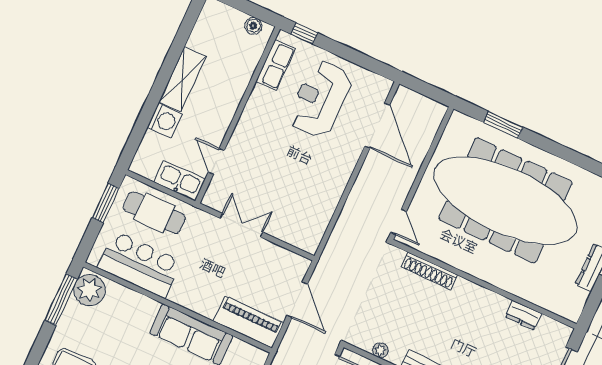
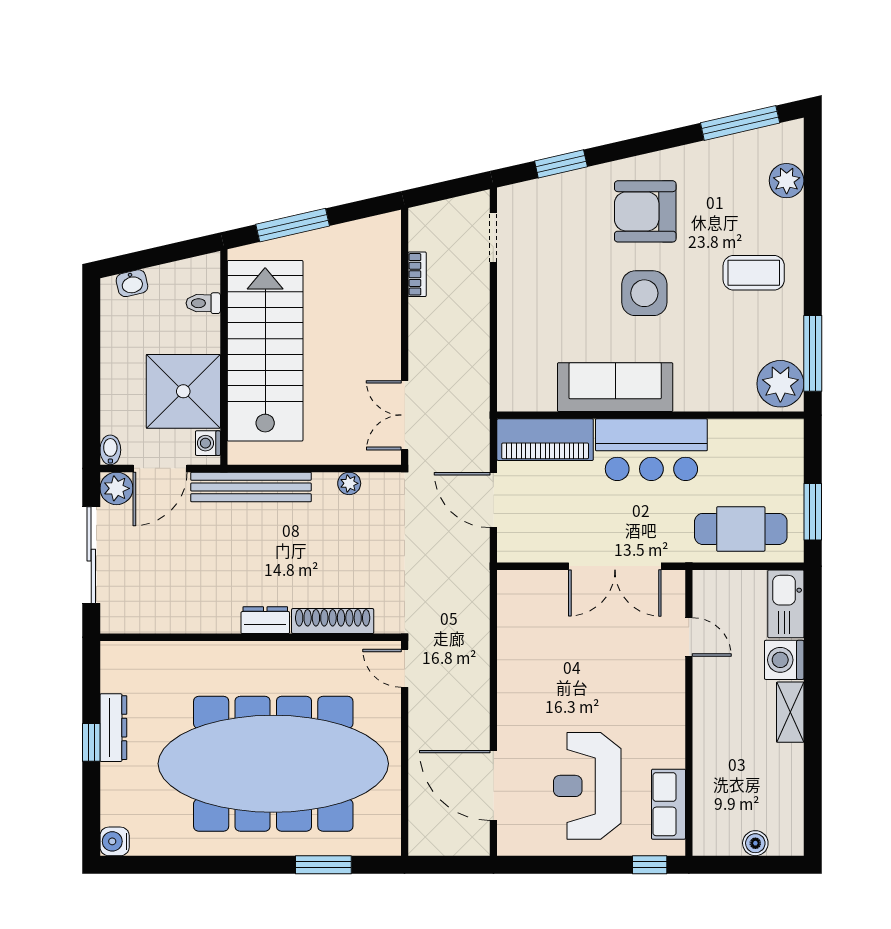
boiler: (253, 26) -> (755, 843), moved
shelving: (183, 79) -> (790, 712), width x0.67, depth x0.75
reception desk: (320, 99) -> (587, 786), turned 180
kitchen sink: (180, 181) -> (786, 604), moved, turned 90
double door: (242, 225) -> (615, 566), width x1.37
bar counter: (139, 264) -> (651, 450), moved
dresser: (523, 315) -> (265, 620), moved

